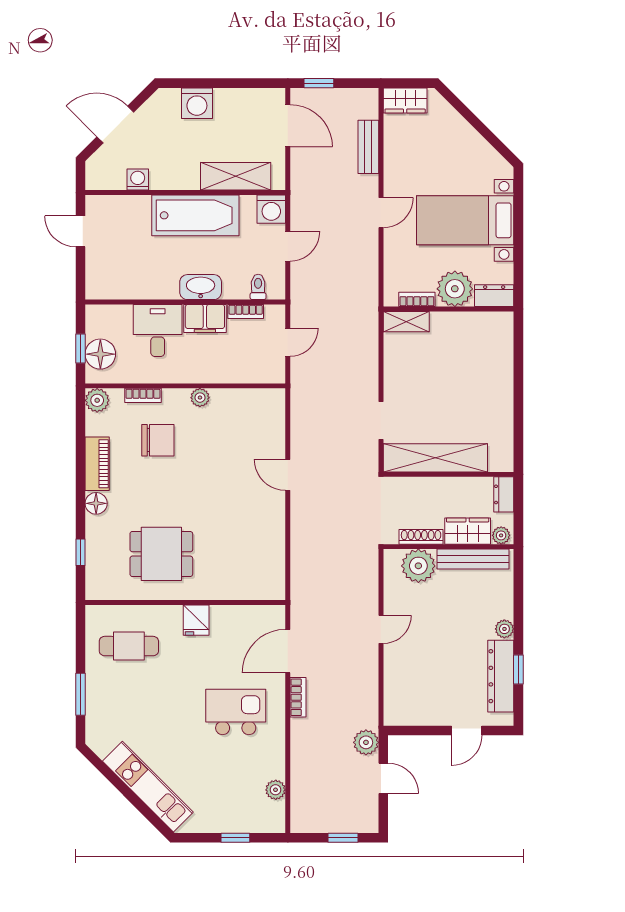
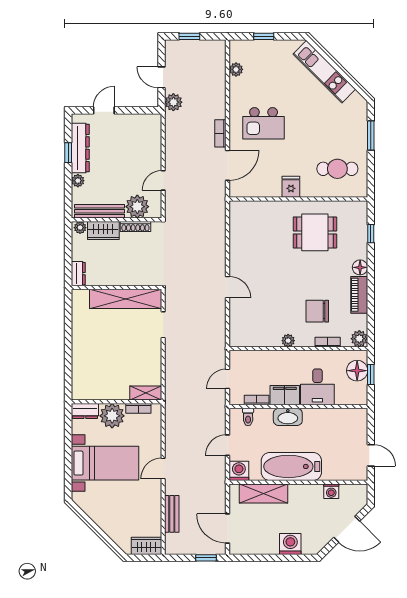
wardrobe: (468, 531) -> (103, 231), moved
plant: (501, 535) -> (80, 228), moved
shoe rack: (421, 537) -> (135, 227), moved
wall: (449, 547) -> (116, 220), moved
bench: (473, 559) -> (100, 211), moved
plant: (418, 566) -> (137, 207), moved

